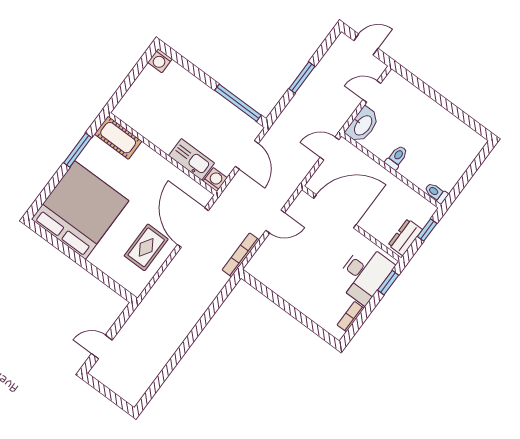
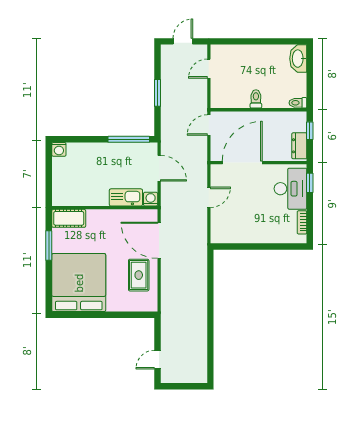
washbasin: (363, 125) -> (298, 59), moved, turned 180
bookcase: (241, 255) -> (203, 235), removed

